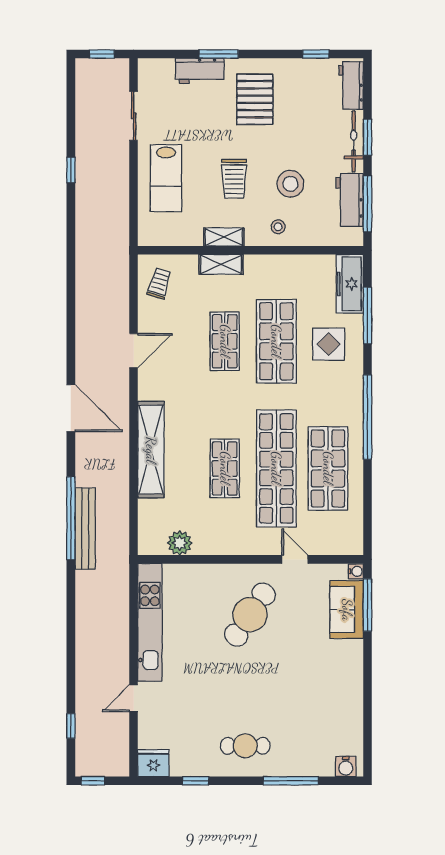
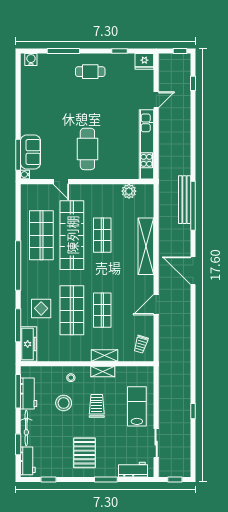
workbench: (200, 71) -> (133, 470), moved
window: (367, 137) -> (18, 444), moved
cafe table: (250, 615) -> (87, 149), turned -34

